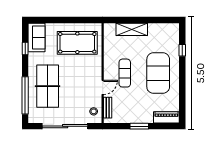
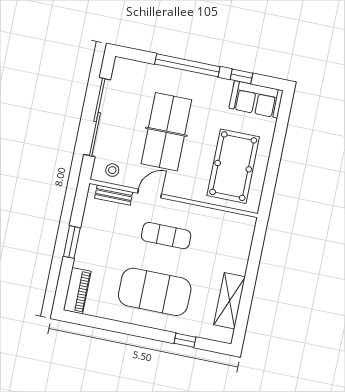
shelving: (132, 29) -> (230, 301), moved
table tennis table: (48, 86) -> (166, 132), moved, turned 90
door: (103, 87) -> (150, 194), swing flipped
window: (25, 95) -> (187, 65), moved

